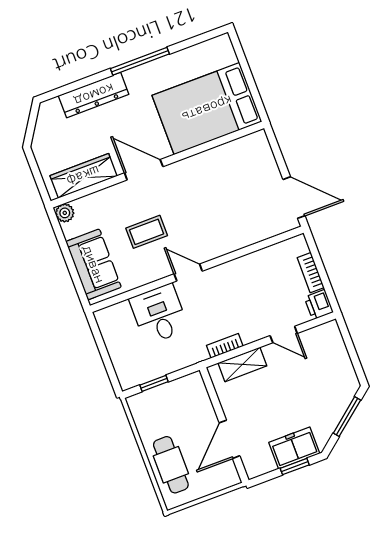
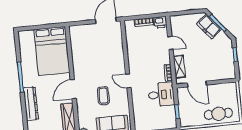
door: (188, 272) -> (128, 81), hinge flipped
desk: (159, 314) -> (161, 95), moved, turned 180
door: (284, 335) -> (170, 43), hinge flipped
door: (230, 439) -> (197, 84), moved
freezer: (294, 448) -> (209, 27), moved, turned -39

